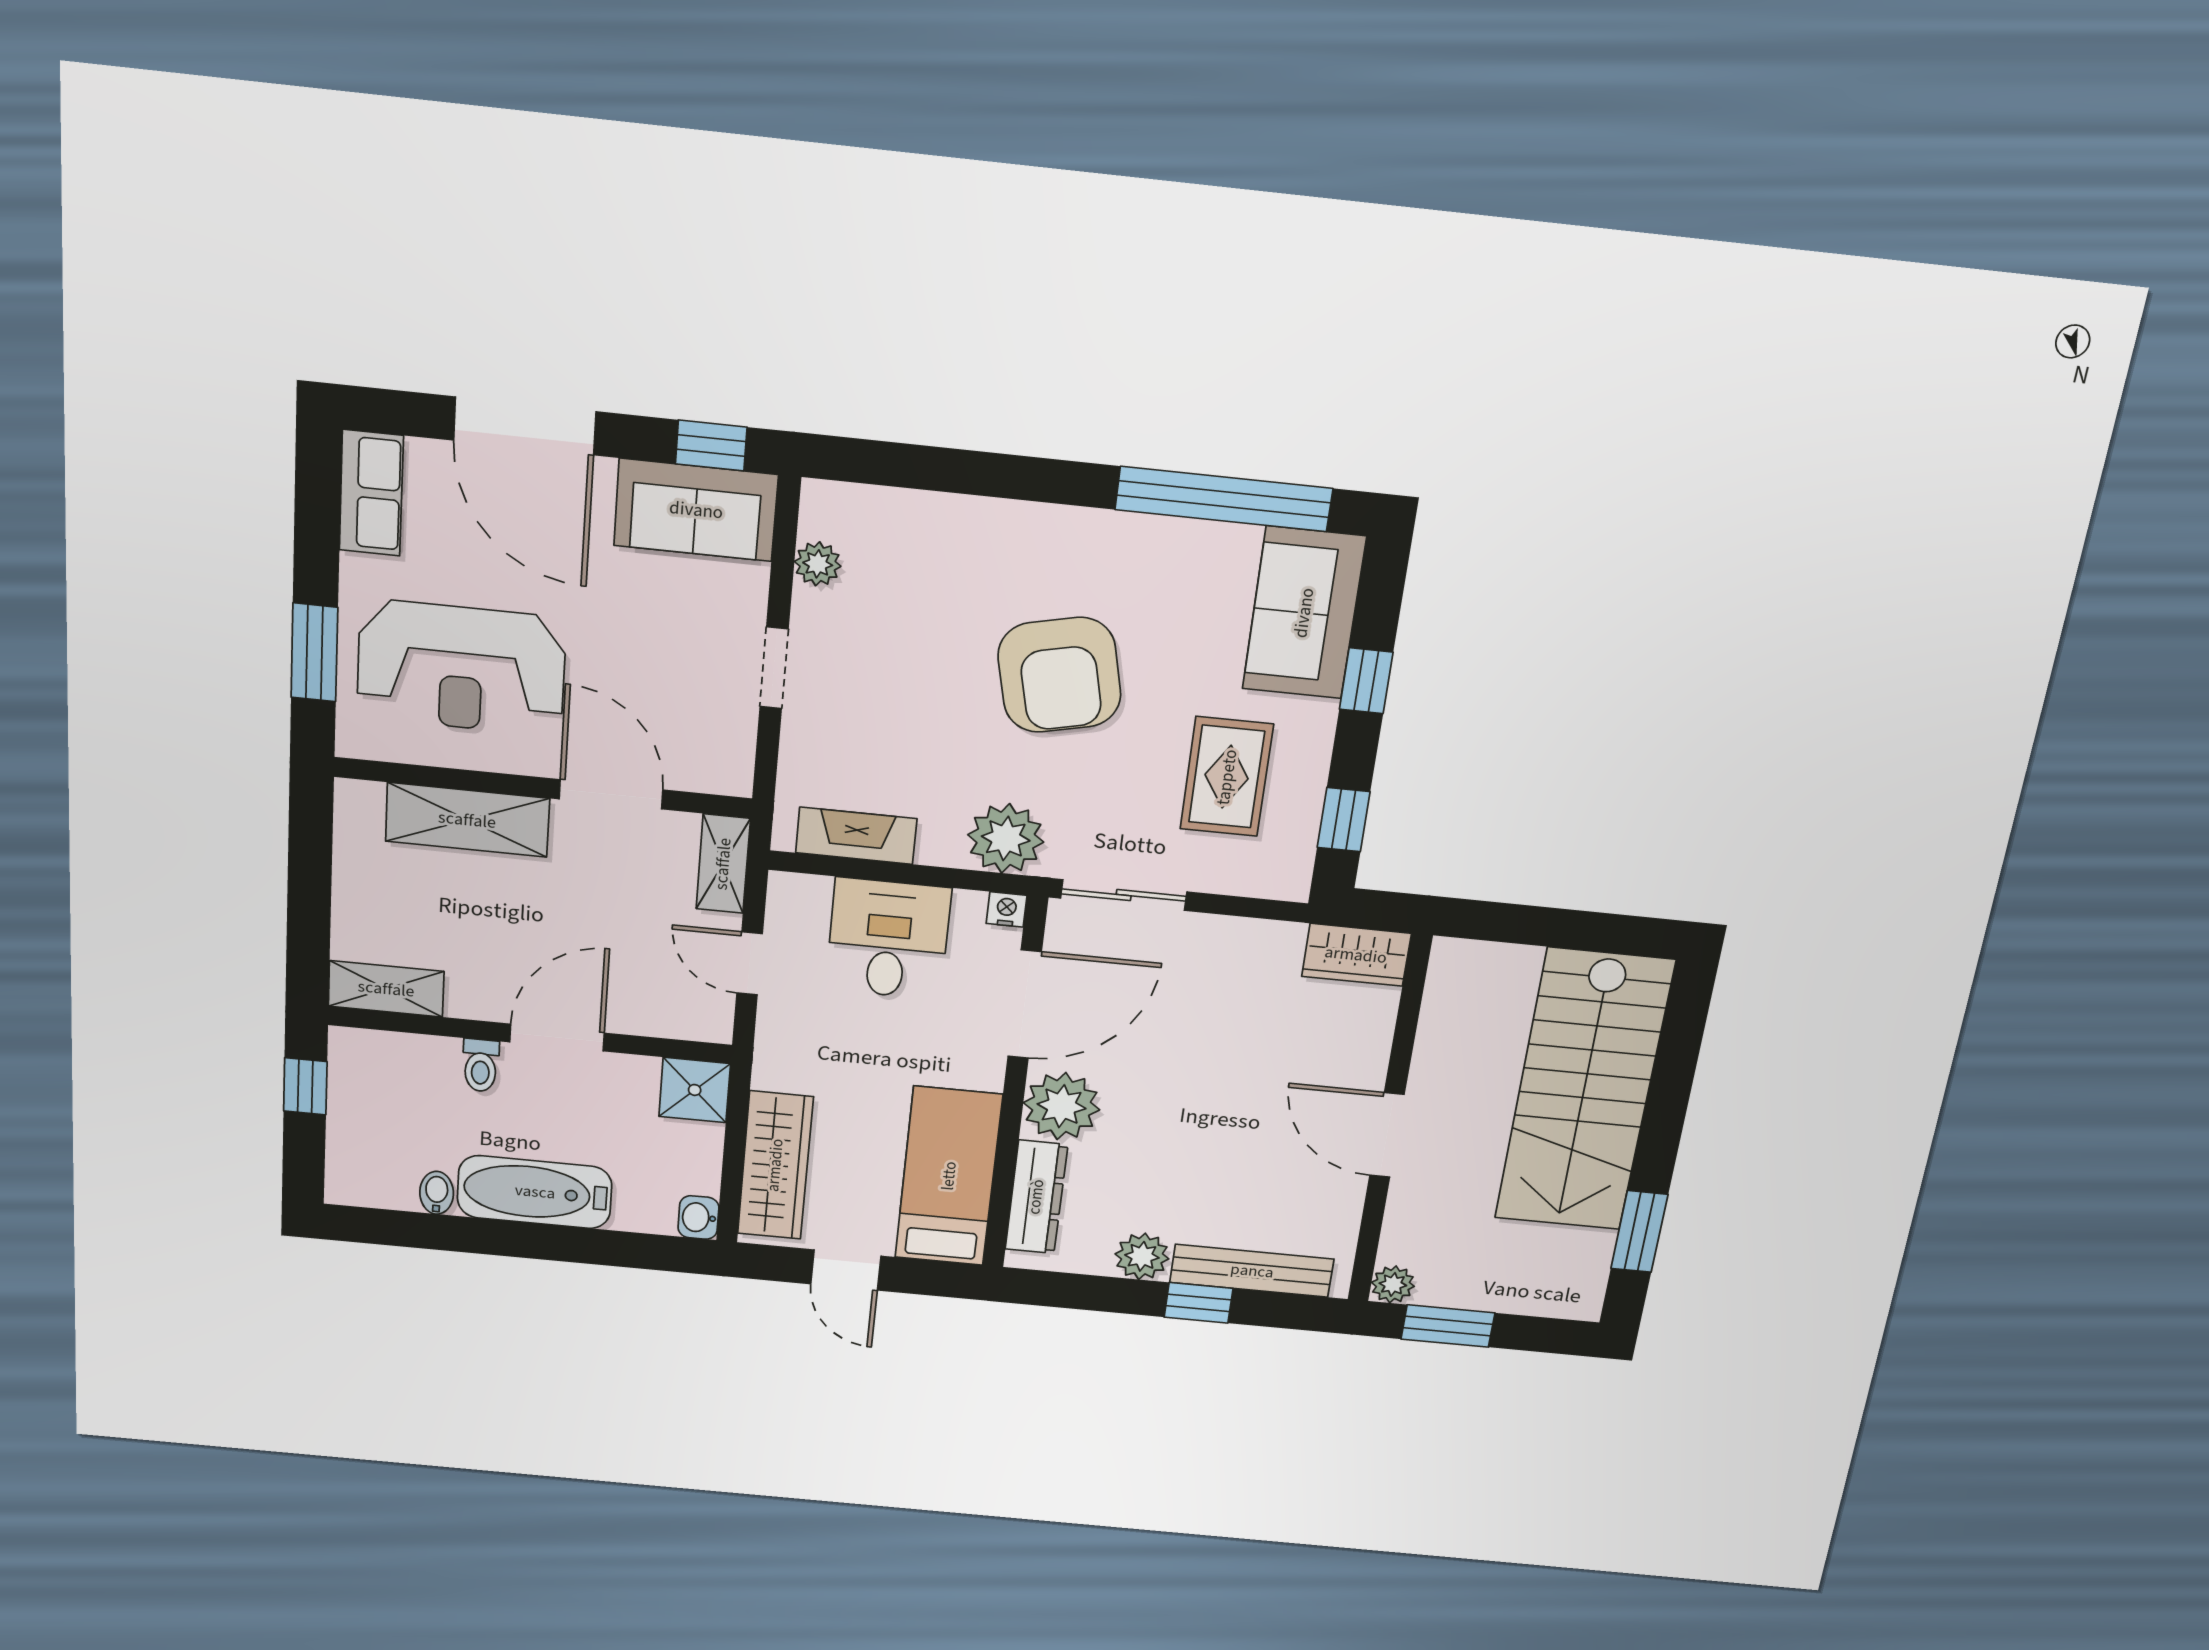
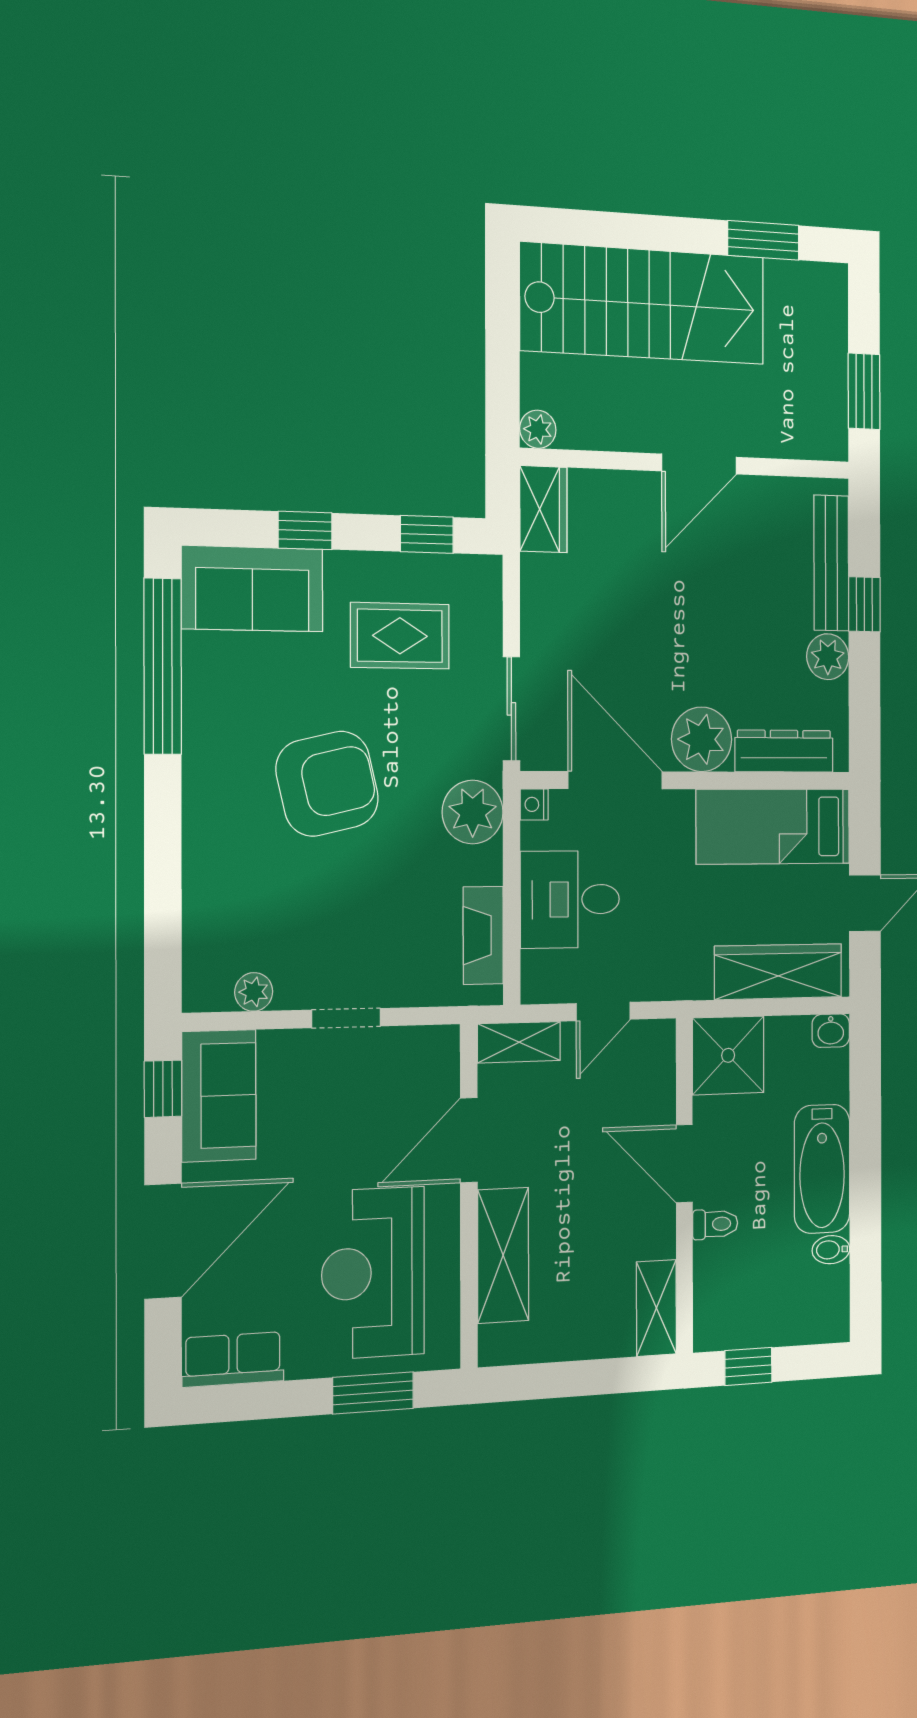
reception desk: (461, 668) -> (373, 1273), turned 180
shower: (695, 1090) -> (728, 1055), width x1.36, depth x1.36
plant: (1393, 1284) -> (538, 429), moved

